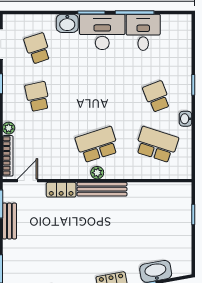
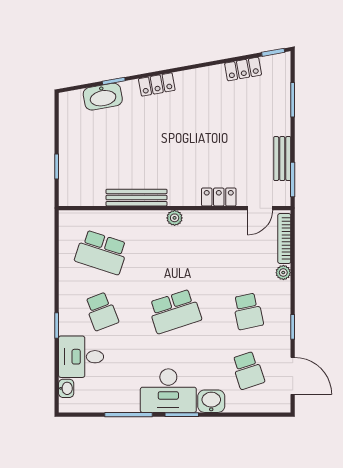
desk: (143, 32) -> (81, 357), moved, turned 90
washbasin: (185, 119) -> (66, 388), moved
school desk: (97, 145) -> (175, 311), moved
bench: (102, 189) -> (137, 198), moved

